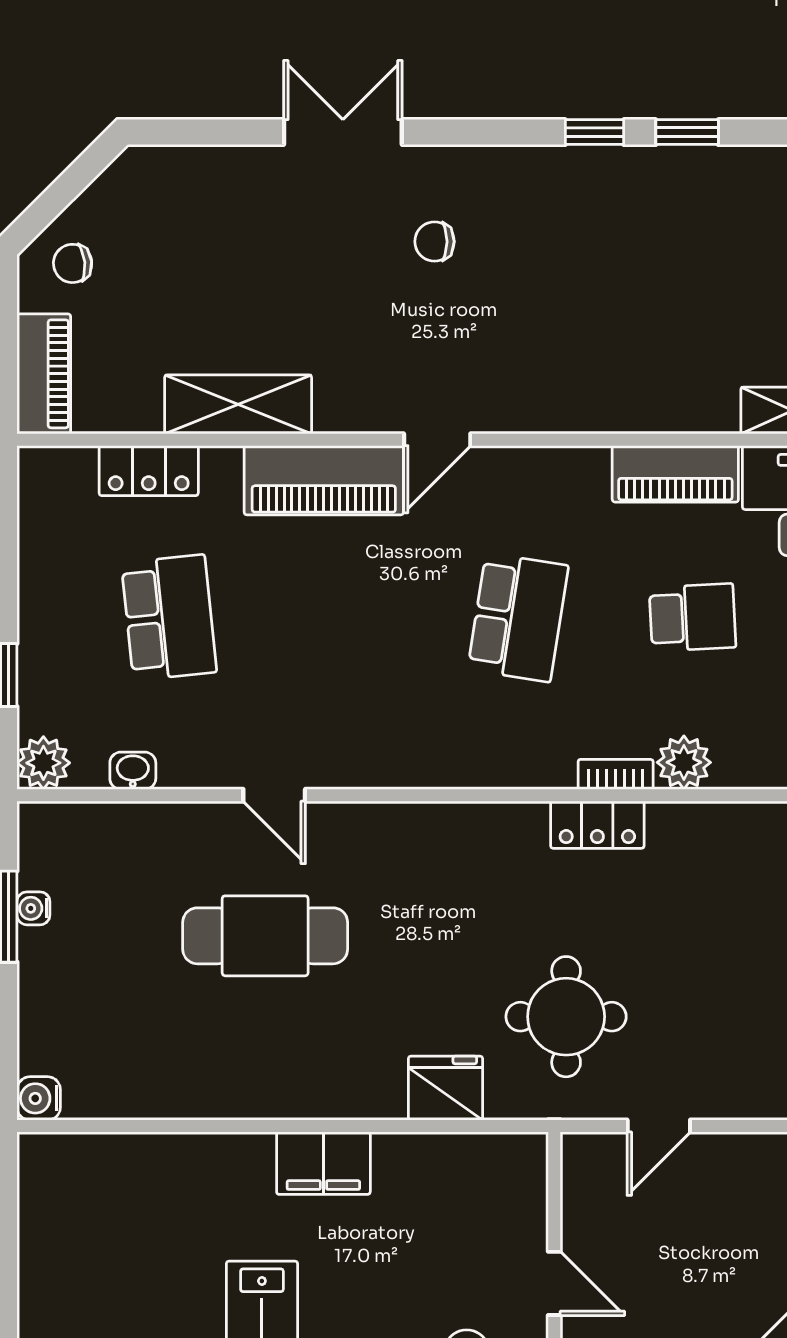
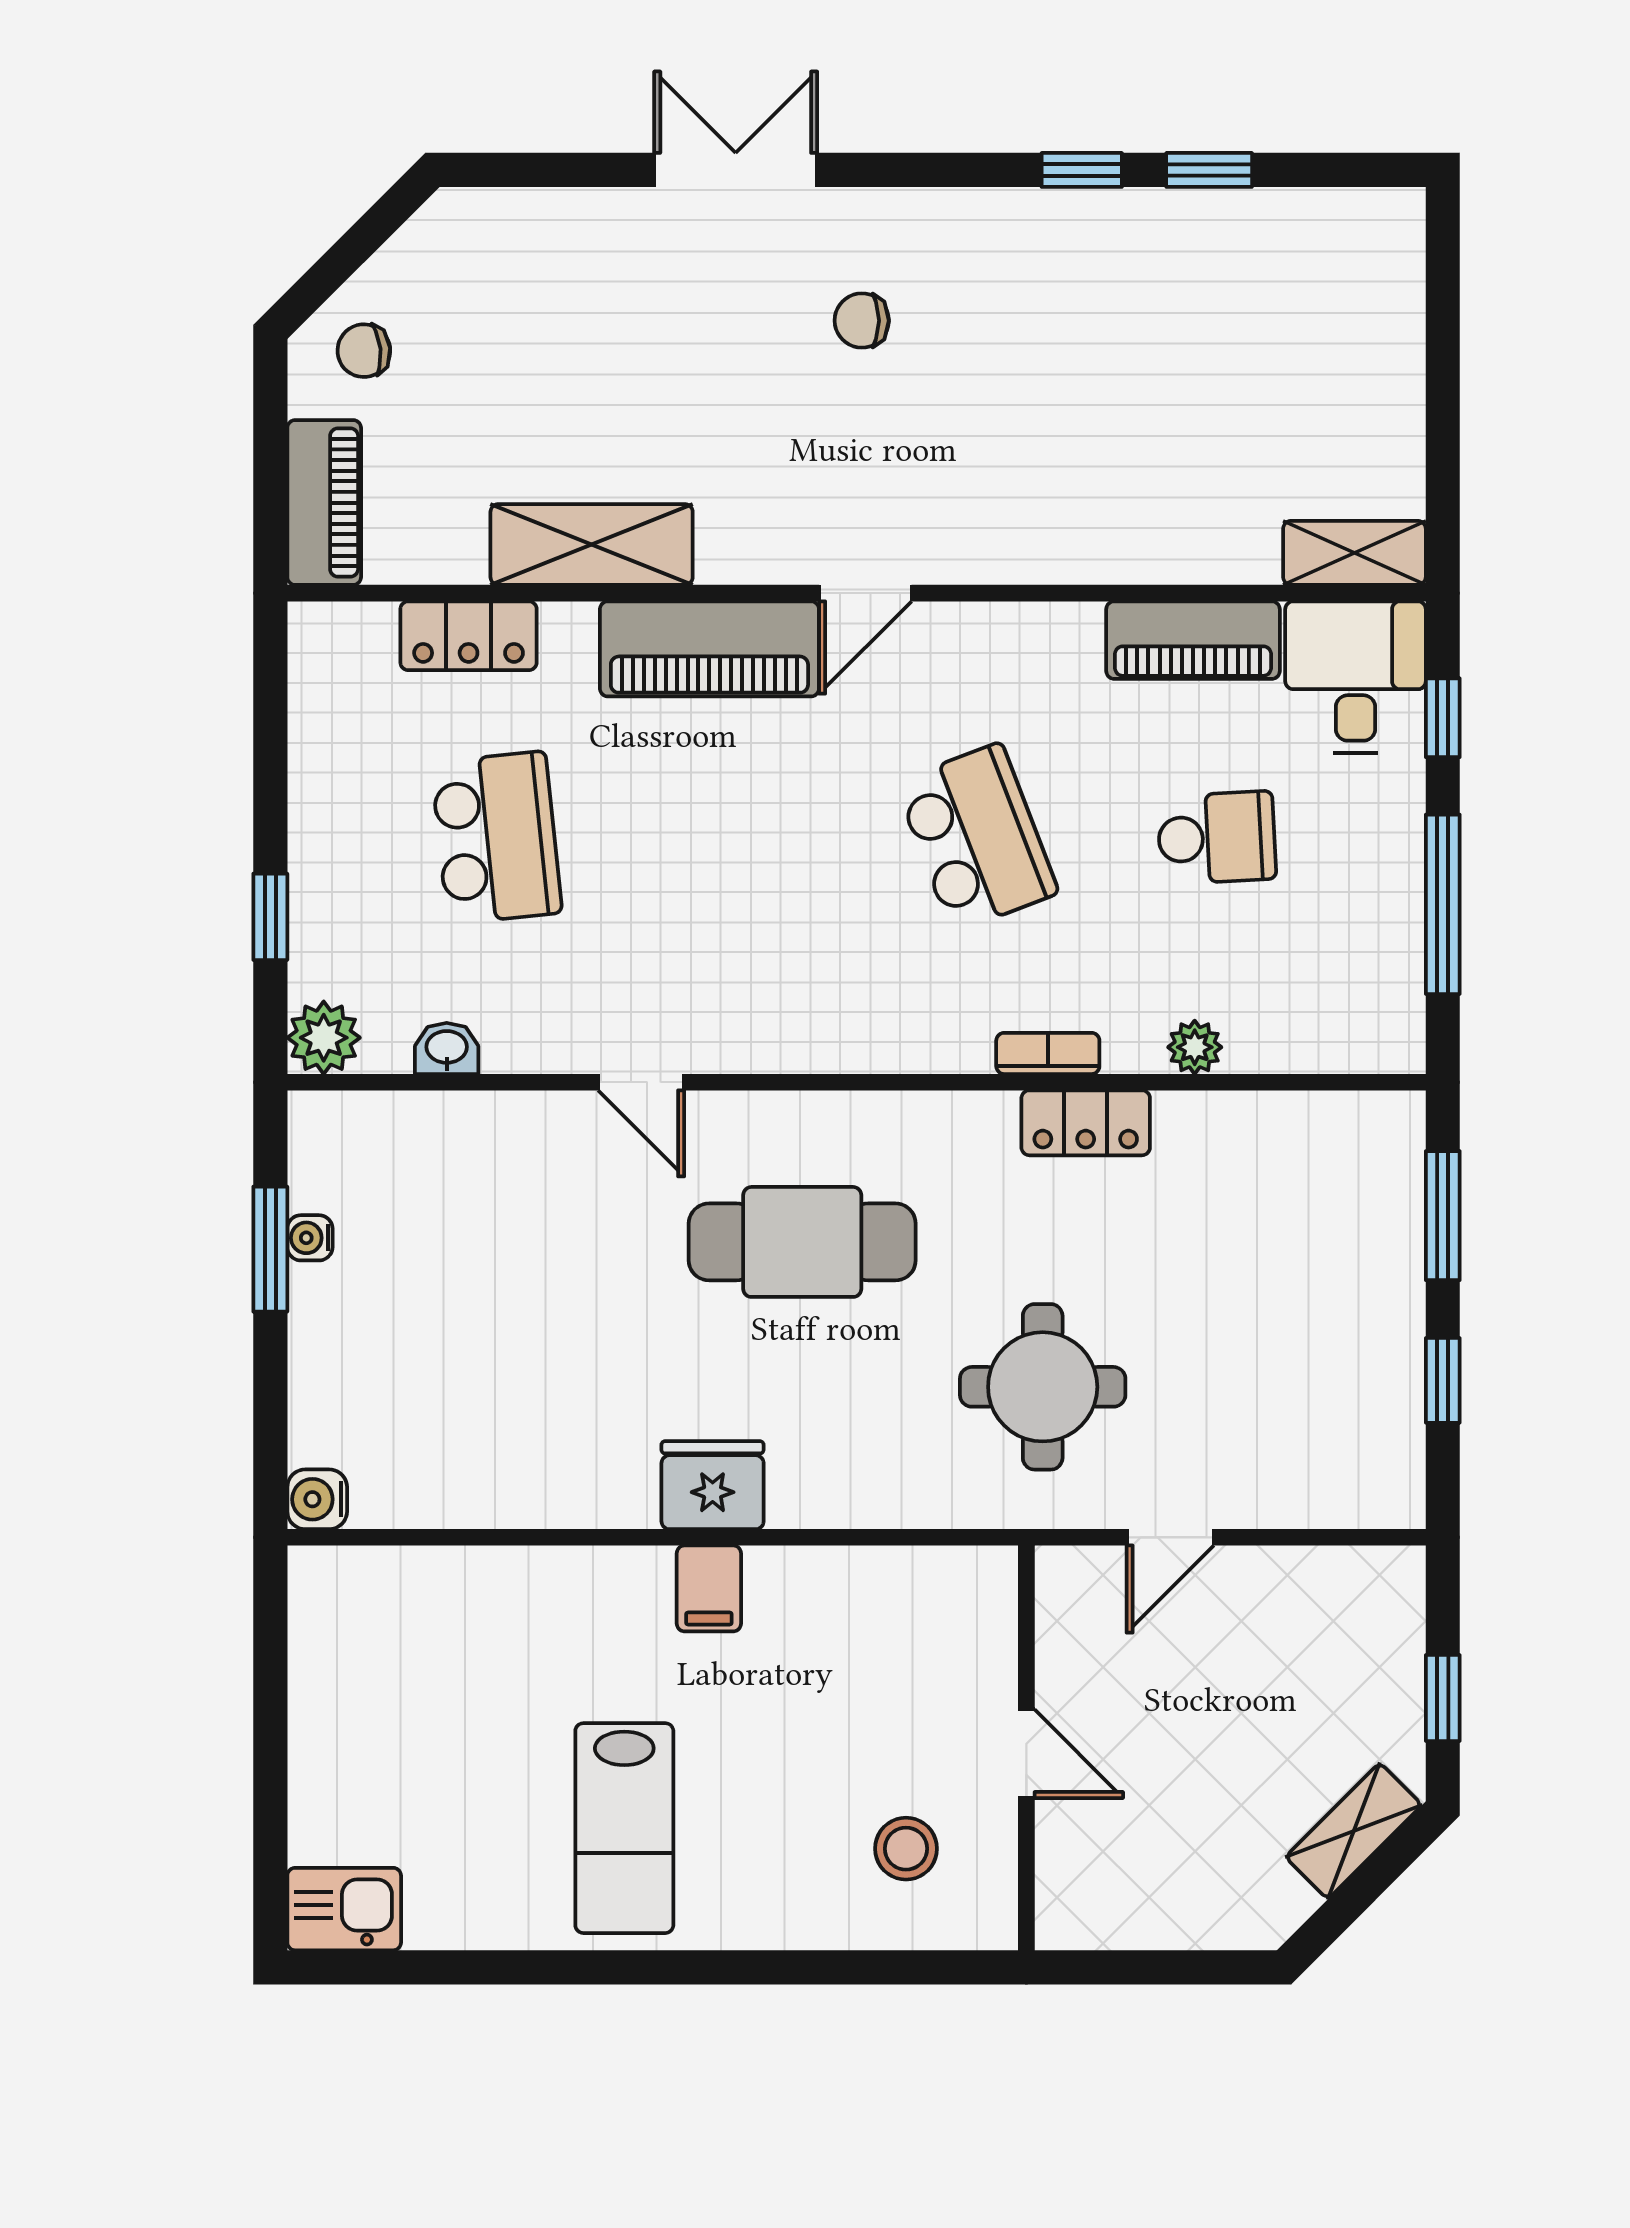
school desk: (518, 617) -> (977, 838), turned -30
plant: (684, 762) -> (1195, 1047), width x0.73, depth x0.73
bookcase: (616, 774) -> (1048, 1053), moved
cafe table: (265, 936) -> (802, 1242), moved
fridge: (446, 1088) -> (713, 1485), moved
filing cabinet: (323, 1163) -> (709, 1588), width x0.50

